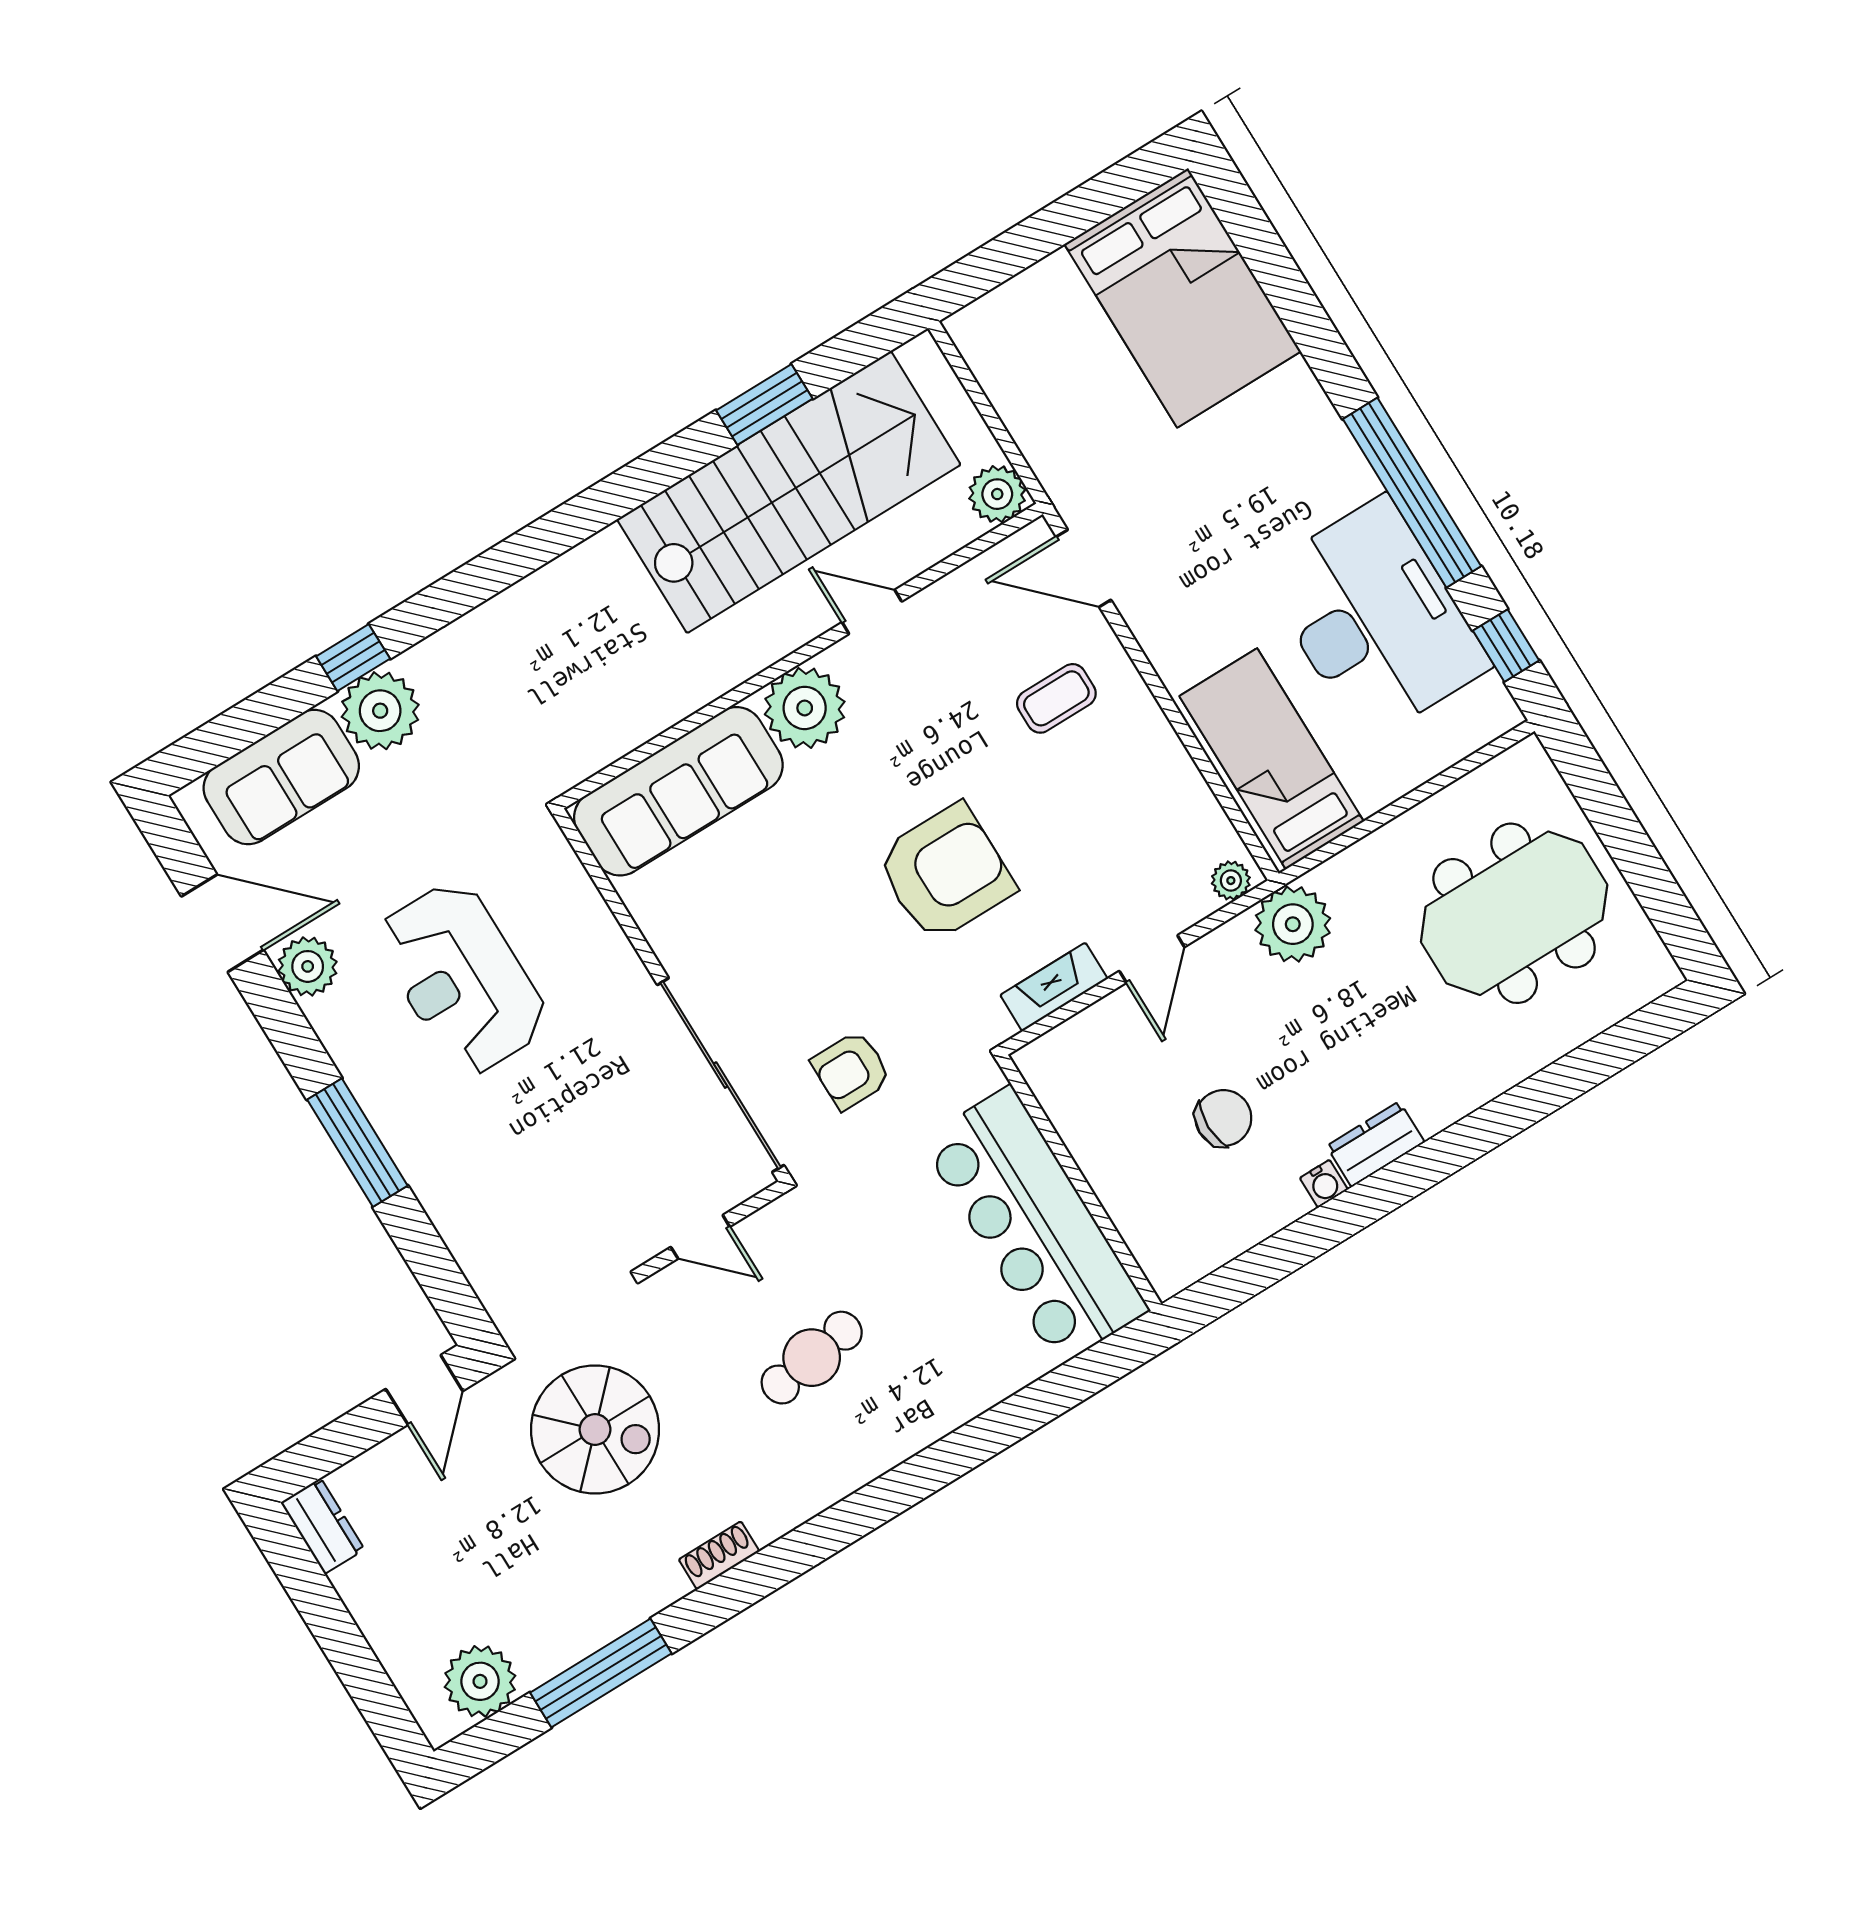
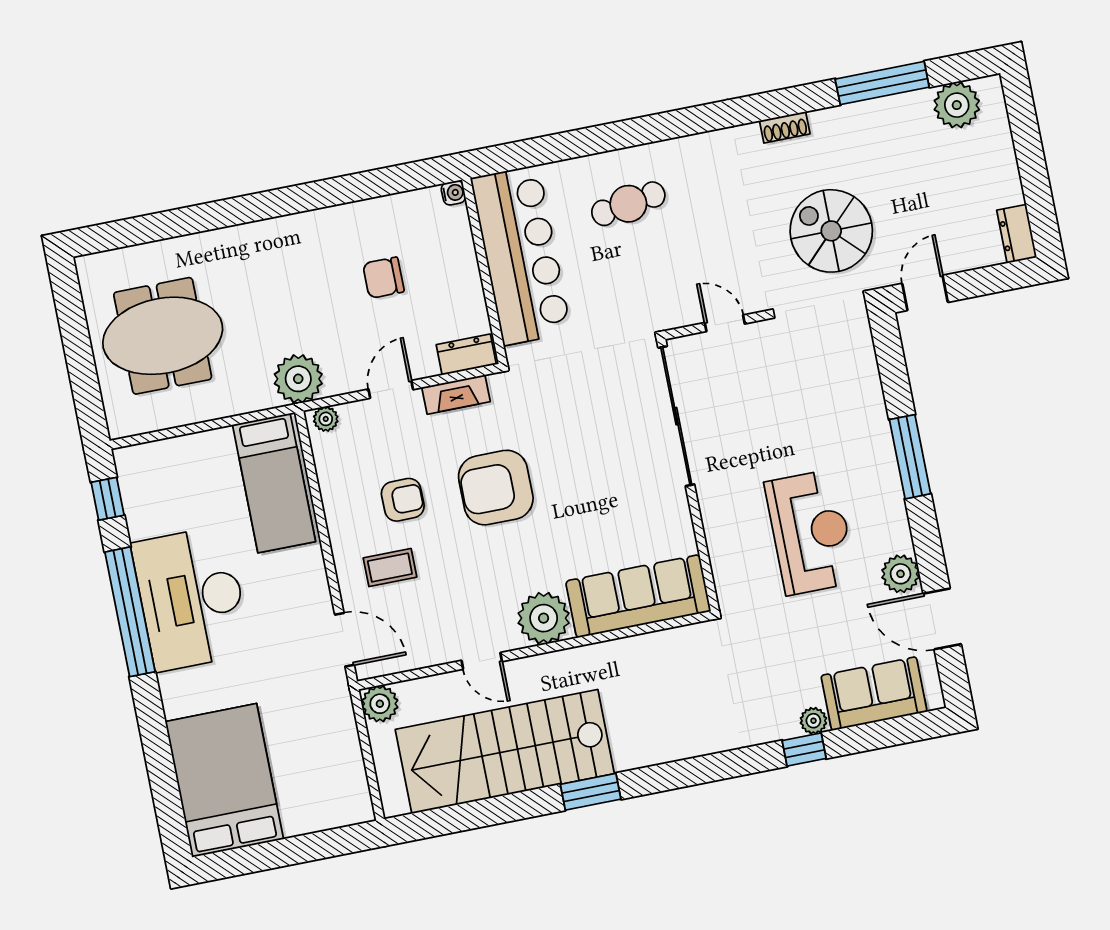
window: (764, 405) -> (591, 792), moved
desk: (1375, 619) -> (191, 599), moved
plant: (380, 711) -> (813, 721), width x0.53, depth x0.53
armchair: (851, 1070) -> (403, 500), moved
dresser: (1375, 1144) -> (466, 355), moved, turned 180
water cooler: (1324, 1184) -> (453, 193), moved, turned 90
cafe table: (812, 1358) -> (628, 204), moved

